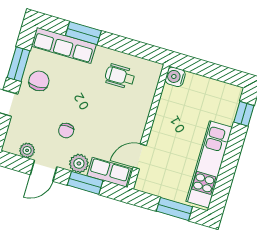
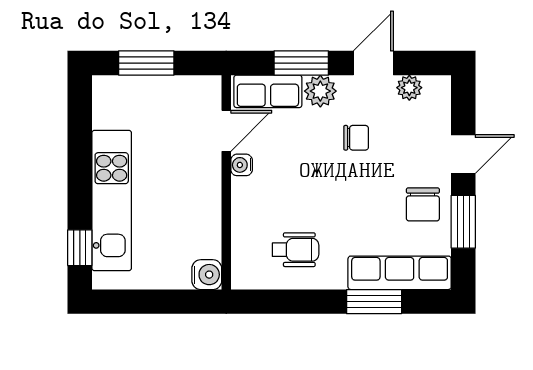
chair: (66, 131) -> (356, 138), turned 90
water cooler: (137, 134) -> (242, 165), added
kitchen unit: (209, 164) -> (112, 200), moved

